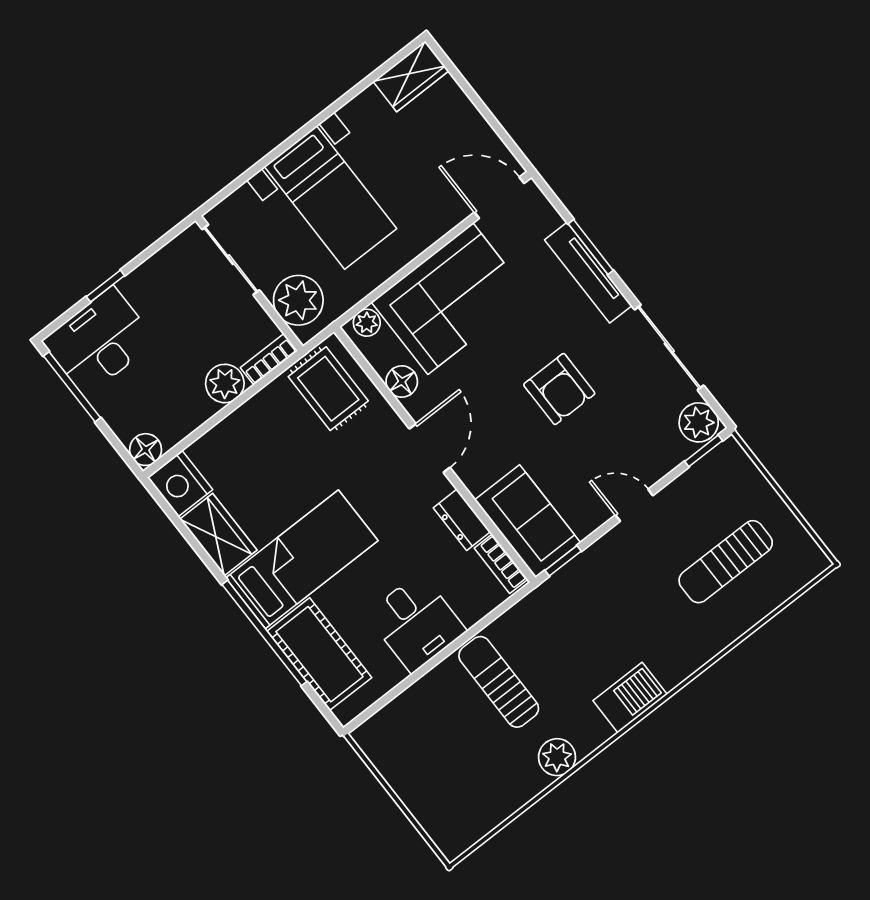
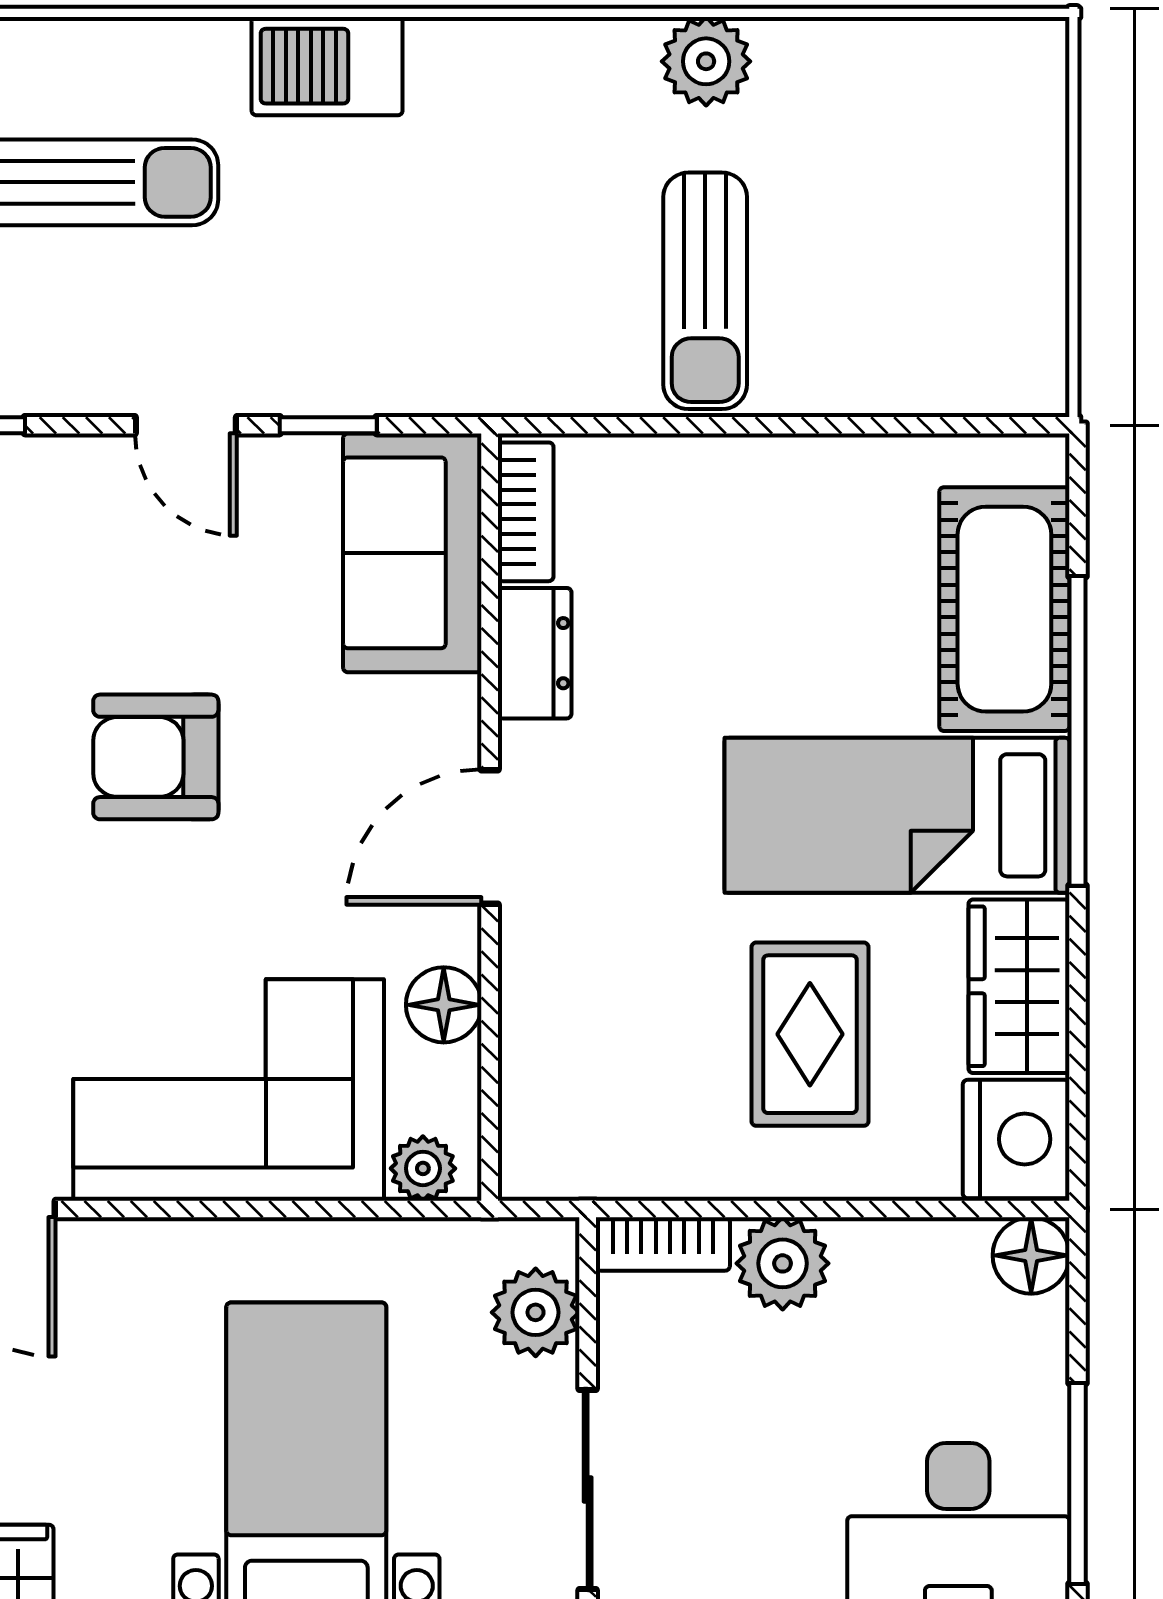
plant: (298, 300) -> (536, 1312), width x0.73, depth x0.73
rug: (328, 389) -> (810, 1034), moved
armchair: (559, 389) -> (156, 757), turned -90
window: (563, 561) -> (328, 425), moved
desk: (416, 623) -> (774, 526), removed
barbecue: (630, 698) -> (327, 66), moved

